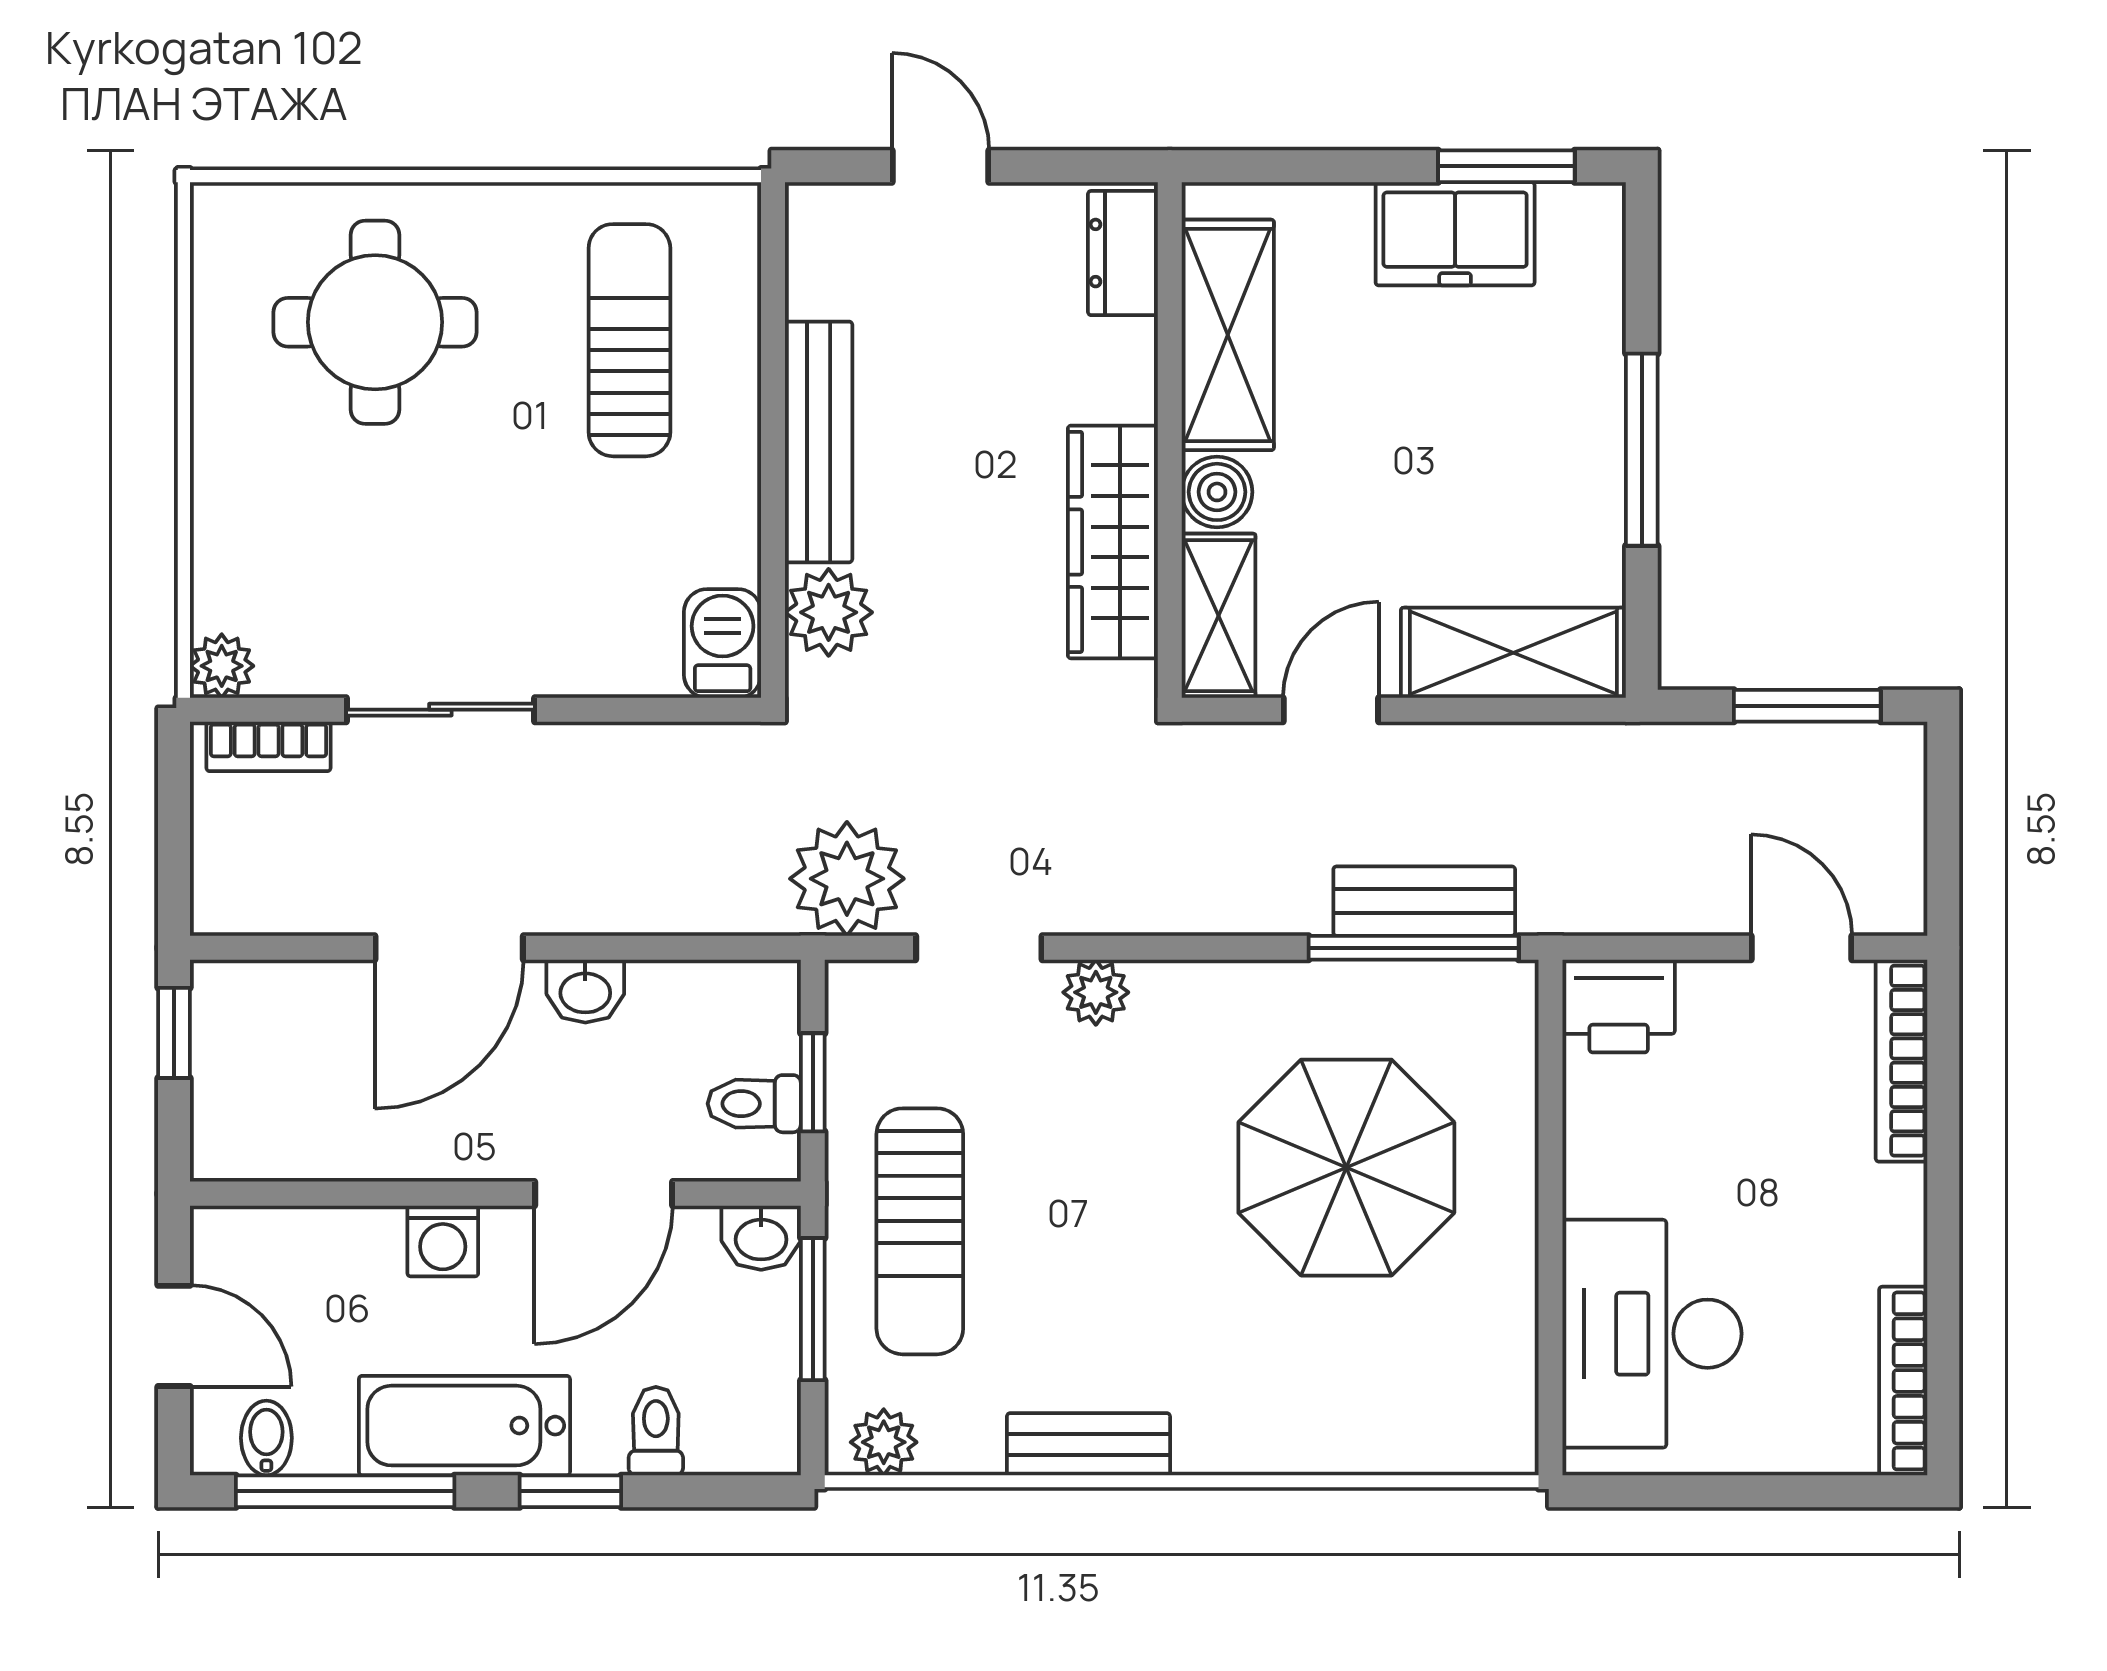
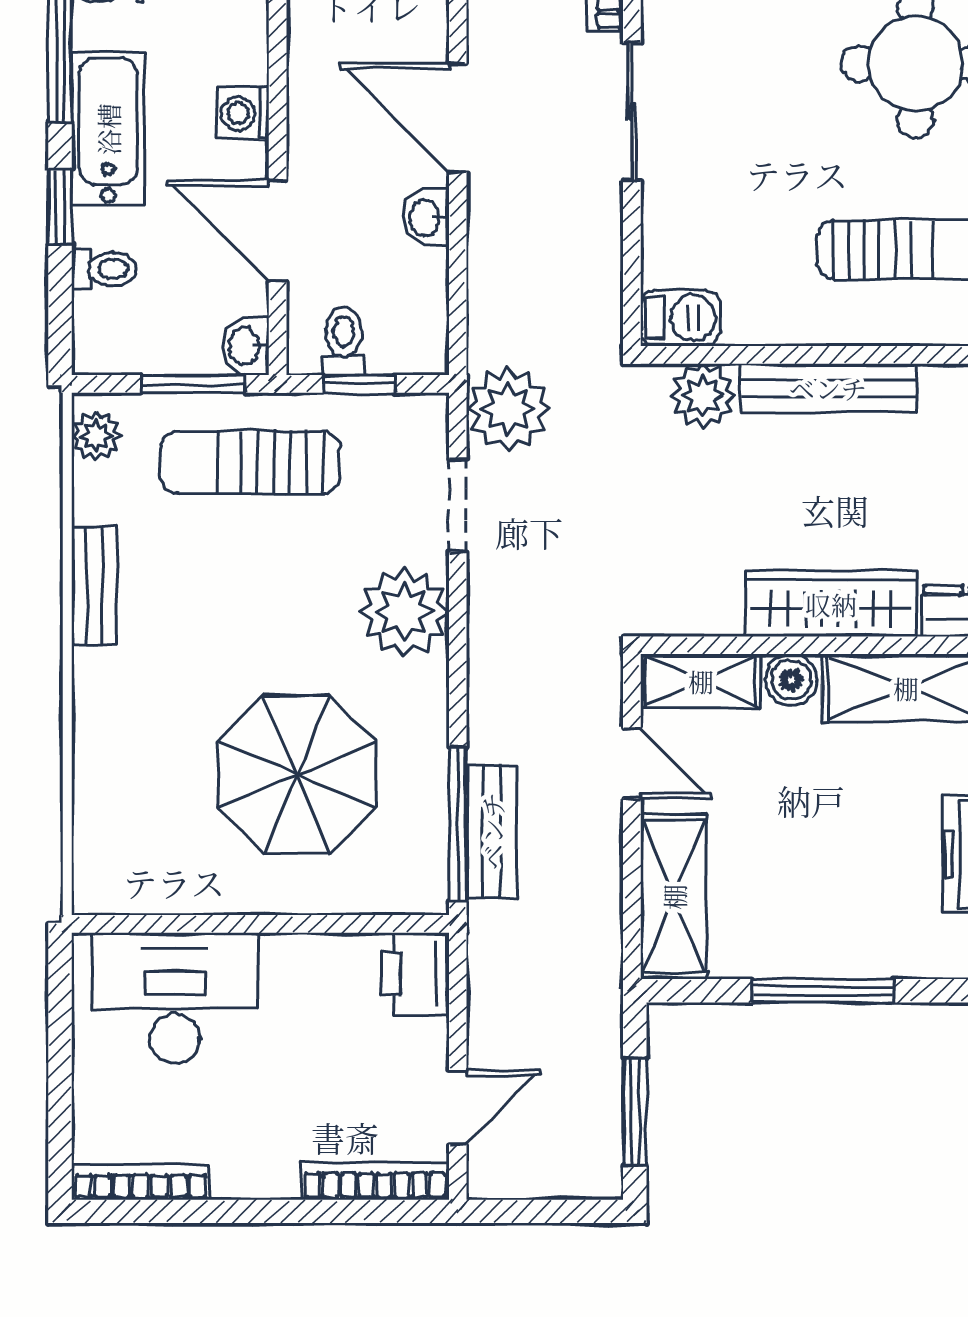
wardrobe: (1113, 542) -> (831, 604), moved
plant: (1096, 992) -> (404, 612), width x1.88, depth x1.88

